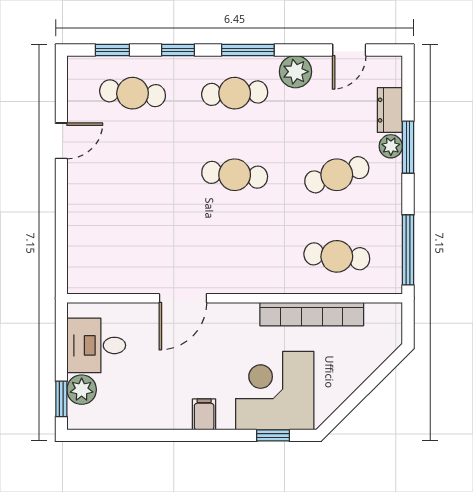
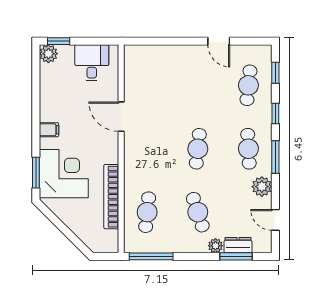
window: (408, 147) -> (236, 256), moved
plant: (82, 390) -> (48, 54), moved
window: (273, 435) -> (36, 173), width x1.50

